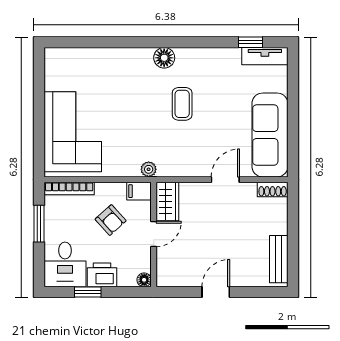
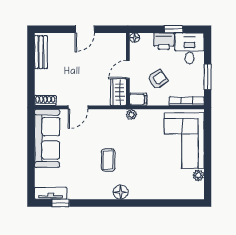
plant: (52, 82) -> (198, 175), added
armchair: (111, 220) -> (158, 79), turned 98

